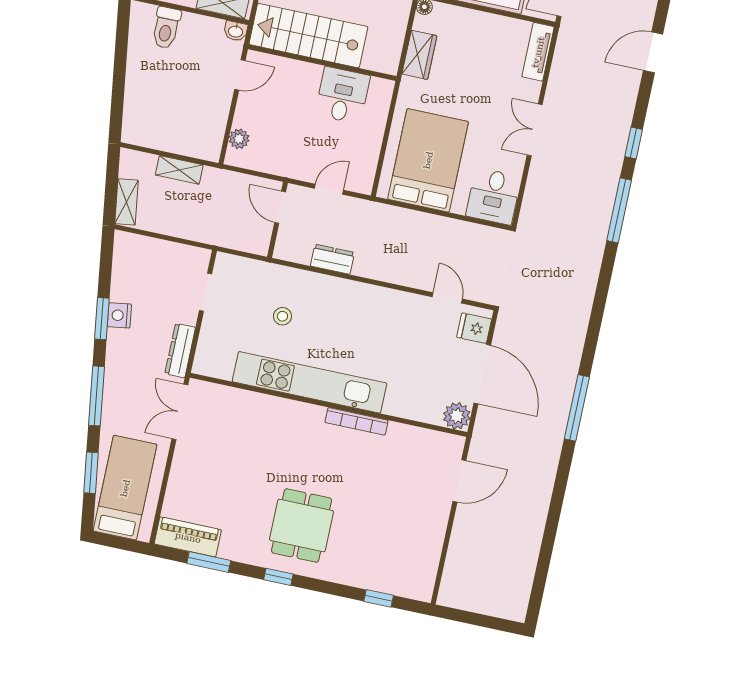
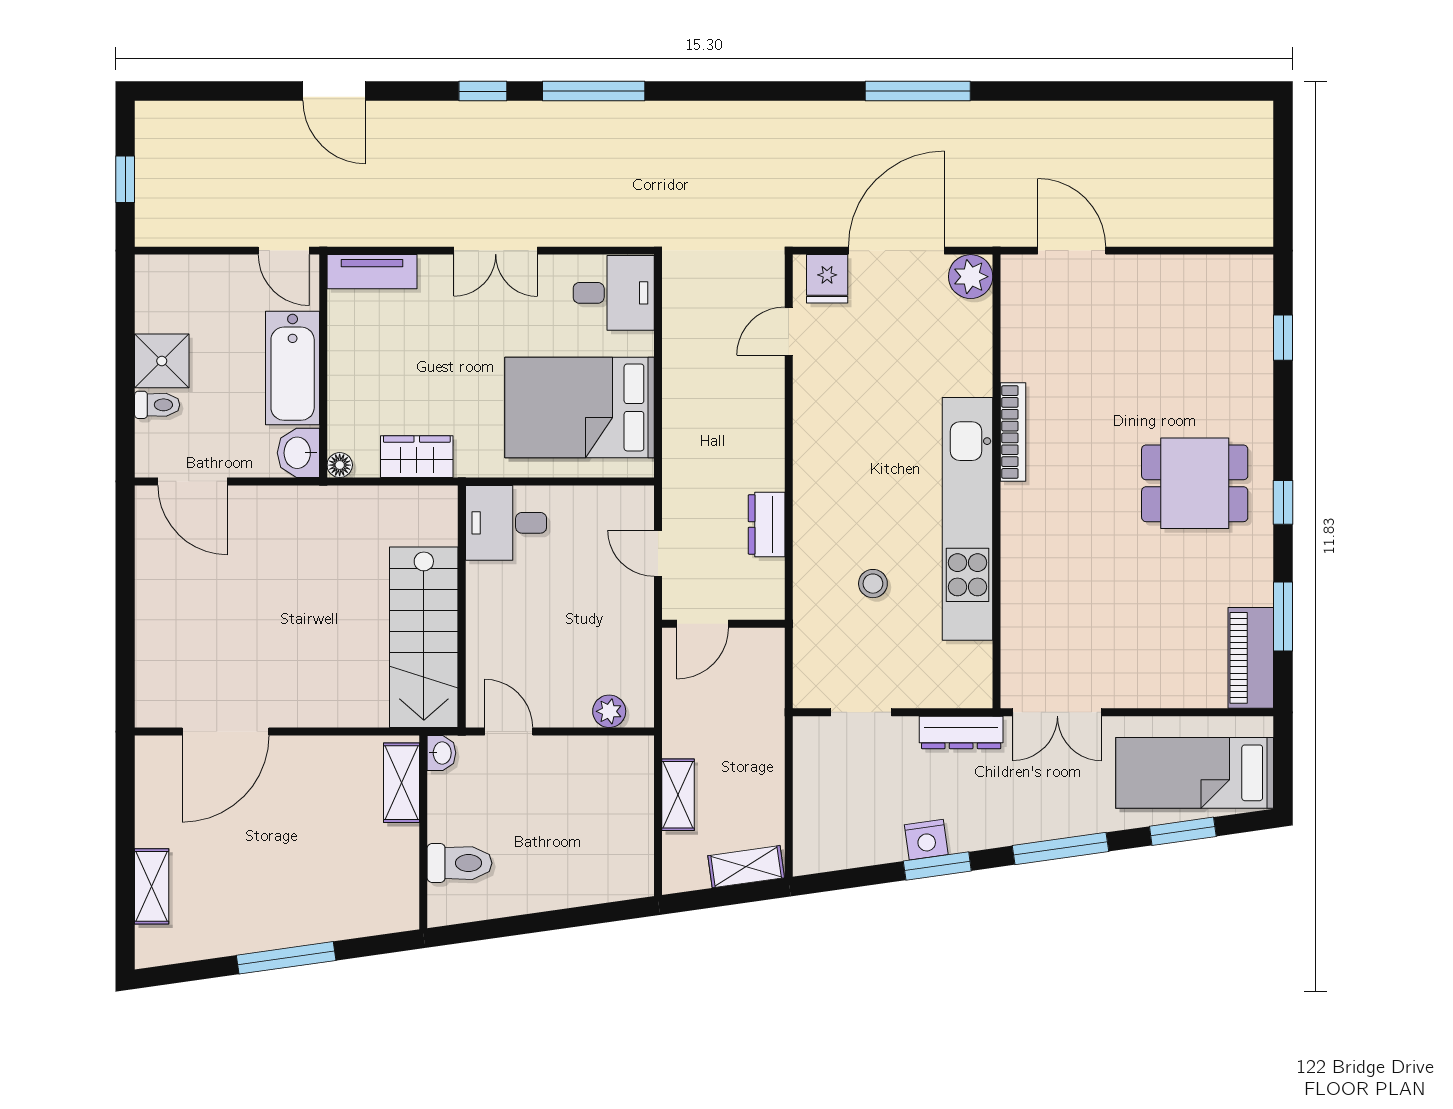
desk: (342, 95) -> (506, 523), moved

